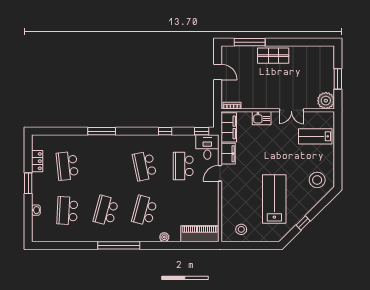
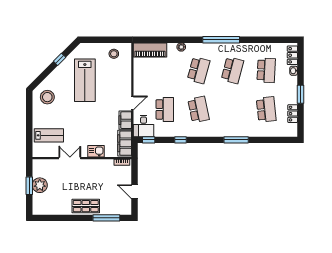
plant: (326, 101) -> (40, 185), moved
locker: (37, 228) -> (292, 55), added

